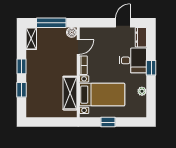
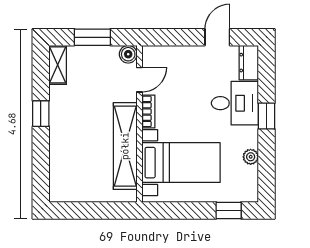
window: (51, 23) -> (92, 37), width x0.69
window: (22, 90) -> (41, 154), removed
shelving: (70, 93) -> (125, 146), width x1.47
window: (108, 122) -> (229, 210), moved

